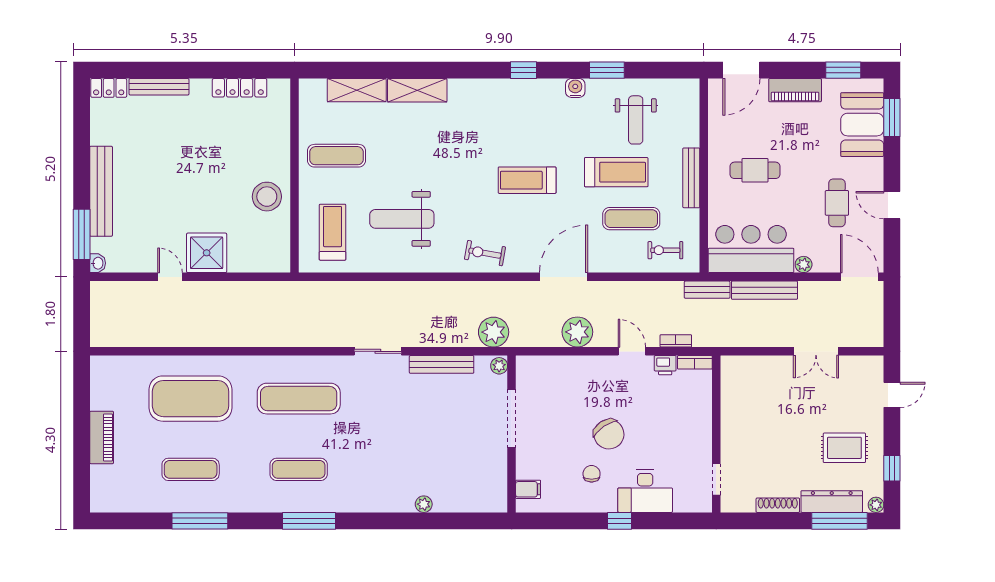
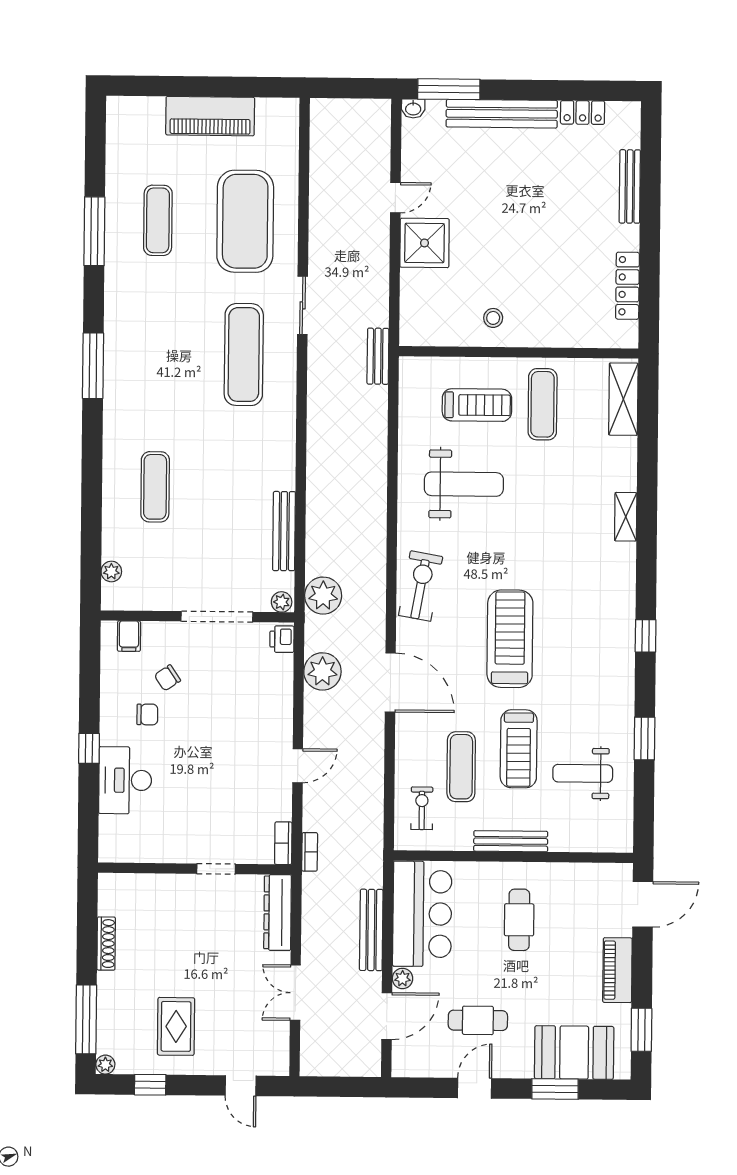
door: (741, 70) -> (643, 904), swing flipped
locker: (109, 88) -> (583, 112), moved, turned -90
water cooler: (575, 88) -> (623, 699), removed
shelving: (357, 90) -> (623, 399), moved
shelving: (417, 90) -> (626, 517), width x0.67, depth x0.75
window: (892, 117) -> (555, 1089), moved
treadmill: (527, 180) -> (510, 639), width x1.37, depth x1.38
stool: (267, 197) -> (493, 318), width x0.53, depth x0.53
weight bench: (402, 219) -> (464, 484), turned 90
treadmill: (333, 232) -> (477, 405), moved
exercise bike: (485, 253) -> (421, 586), width x1.38, depth x1.39
door: (859, 277) -> (387, 1016), moved
bench: (707, 290) -> (378, 356), moved
plant: (577, 332) -> (322, 671), moved
bookcase: (676, 341) -> (310, 852), moved
sliding door: (378, 351) -> (303, 305), moved
printer: (665, 365) -> (282, 639), moved
chair: (609, 434) -> (167, 678), moved, width x0.54, depth x0.54
piano: (102, 437) -> (210, 116), width x1.37, depth x1.33
exercise mat: (299, 469) -> (155, 487), moved
doorway: (716, 479) -> (216, 869), moved
dresser: (832, 502) -> (278, 912), moved, turned 180
plant: (424, 504) -> (111, 571), moved

